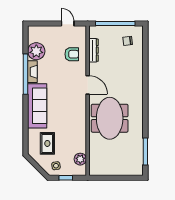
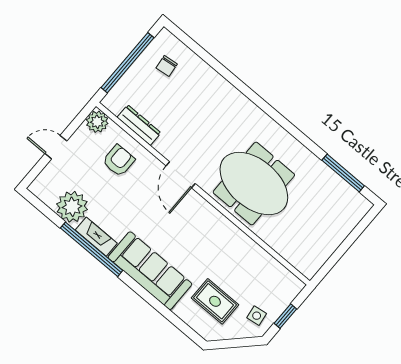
door: (68, 24) -> (56, 147), moved
door: (88, 85) -> (181, 175), swing flipped
plant: (80, 159) -> (97, 122), moved

